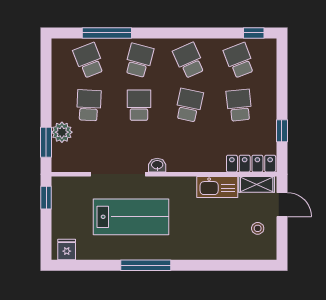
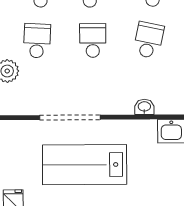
washbasin: (157, 165) -> (144, 107), moved
lab bench: (131, 217) -> (85, 165), turned 180

